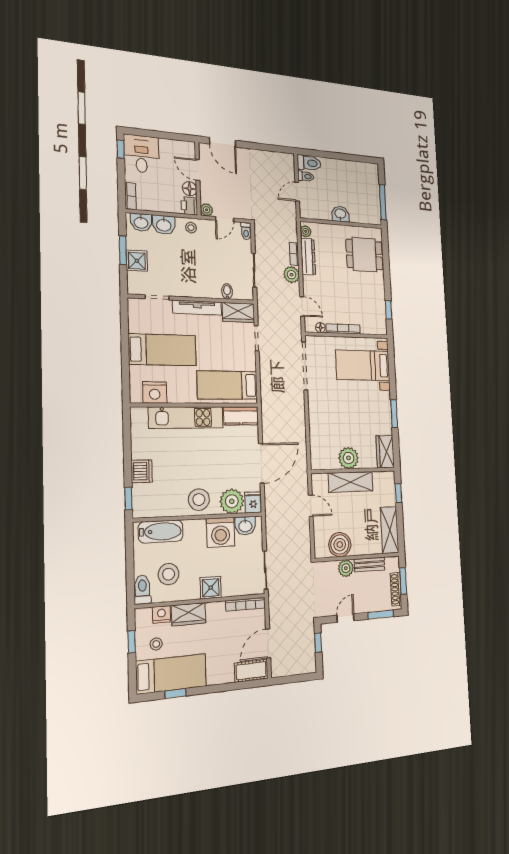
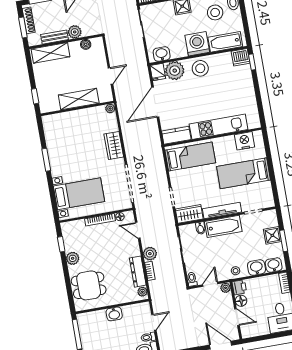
bathtub: (198, 287) -> (223, 226), added
plant: (378, 290) -> (73, 258), added
wardrobe: (385, 452) -> (114, 145), moved, turned 180
plant: (349, 458) -> (110, 109), moved, width x0.53, depth x0.53
dishwasher: (142, 471) -> (241, 57), moved, turned -90
door: (311, 506) -> (110, 76), swing flipped
shelving: (390, 530) -> (50, 53), moved, turned 90
washing machine: (221, 532) -> (197, 44), moved
boiler: (340, 545) -> (86, 44), width x0.54, depth x0.54

